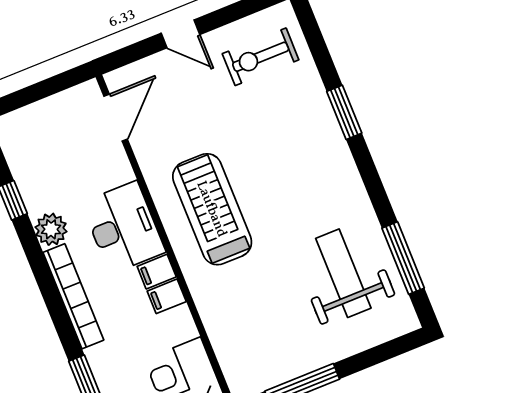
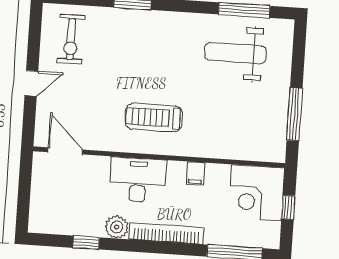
treadmill: (212, 209) -> (154, 117), width x0.73, depth x0.73
filing cabinet: (157, 272) -> (177, 172), removed

